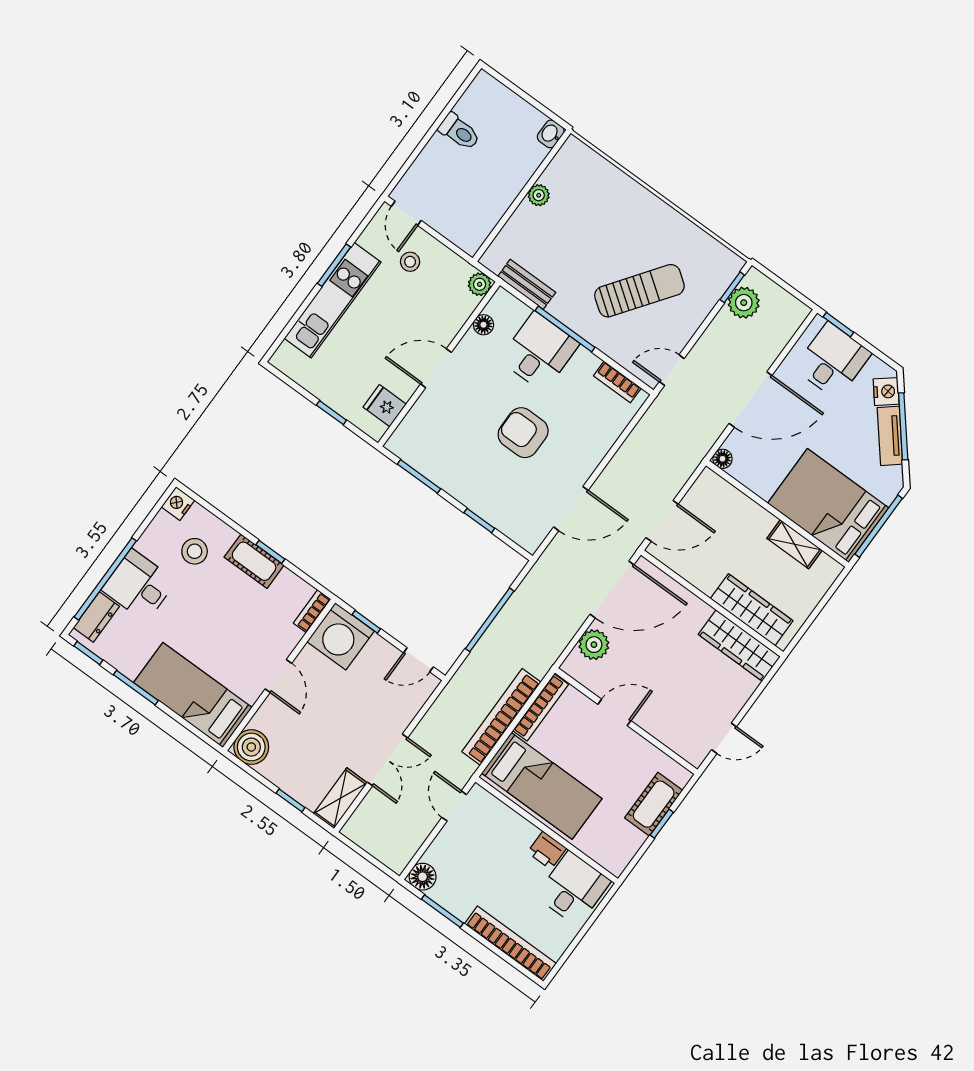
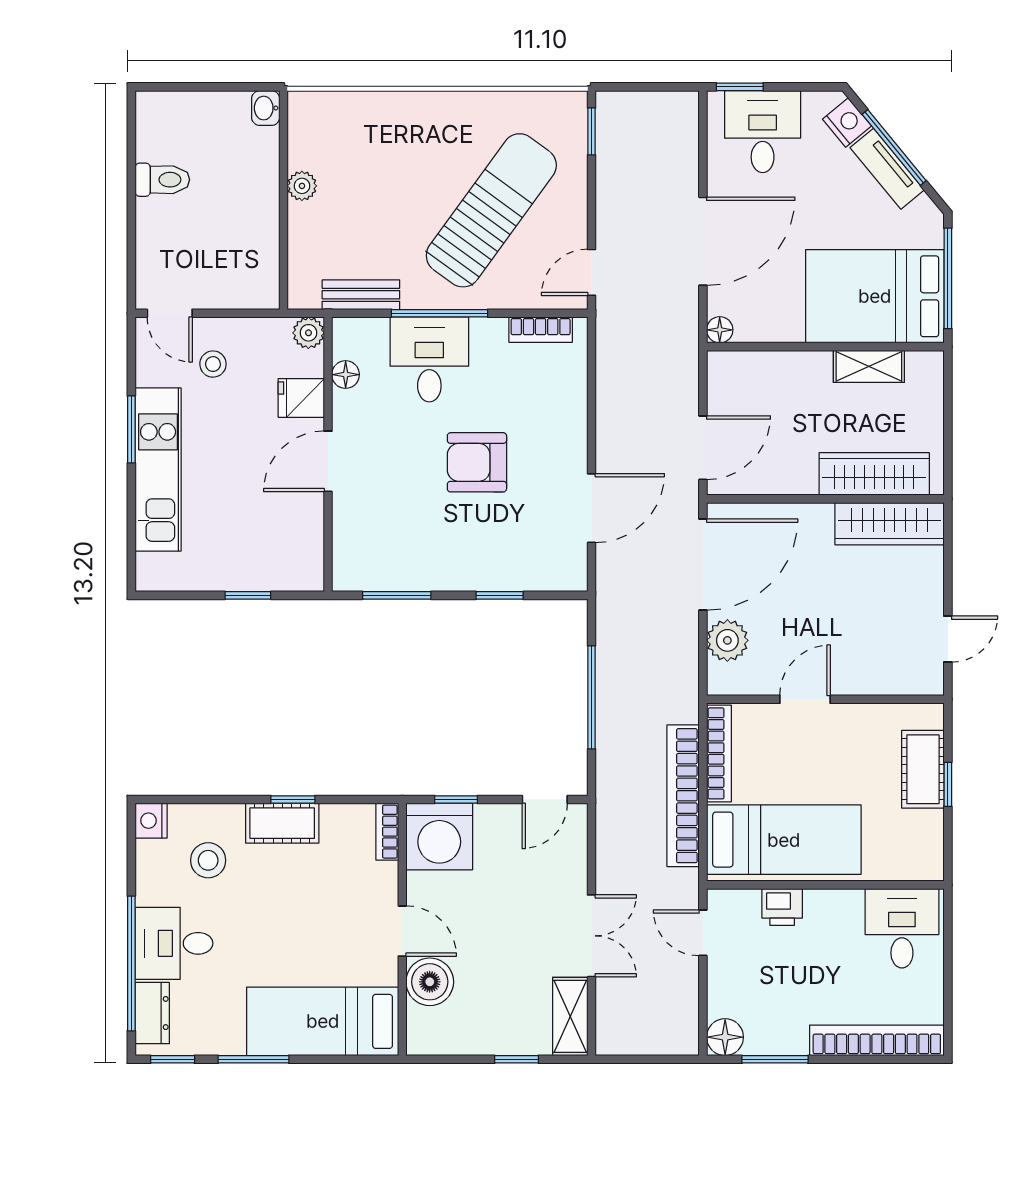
sun lounger: (639, 291) -> (491, 210), width x1.36, depth x1.34
plant: (744, 303) -> (617, 139), removed
fridge: (385, 406) -> (301, 398), moved
boiler: (251, 747) -> (430, 982), moved
printer: (547, 850) -> (782, 907), moved

